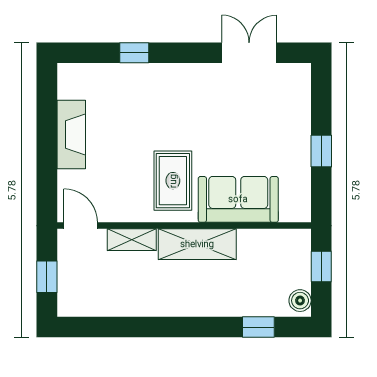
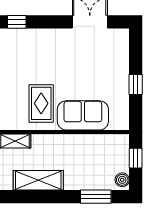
shelving: (197, 244) -> (38, 180), moved
window: (258, 327) -> (96, 197), width x1.50

